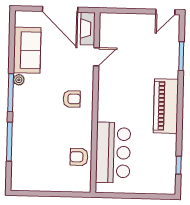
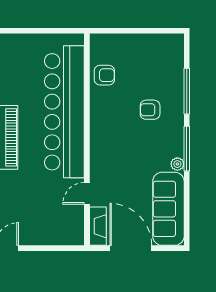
sofa: (27, 50) -> (168, 209), width x1.36
armchair: (72, 99) -> (150, 110), moved
bar counter: (113, 153) -> (64, 112), width x1.86

